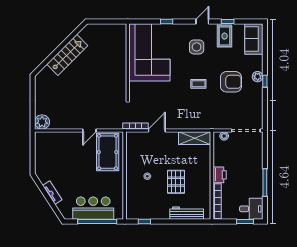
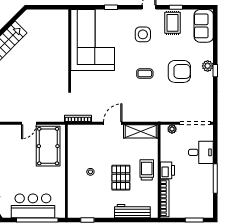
door: (157, 131) -> (113, 123), moved
trolley: (200, 174) -> (147, 170), added
desk: (251, 209) -> (201, 152), moved

